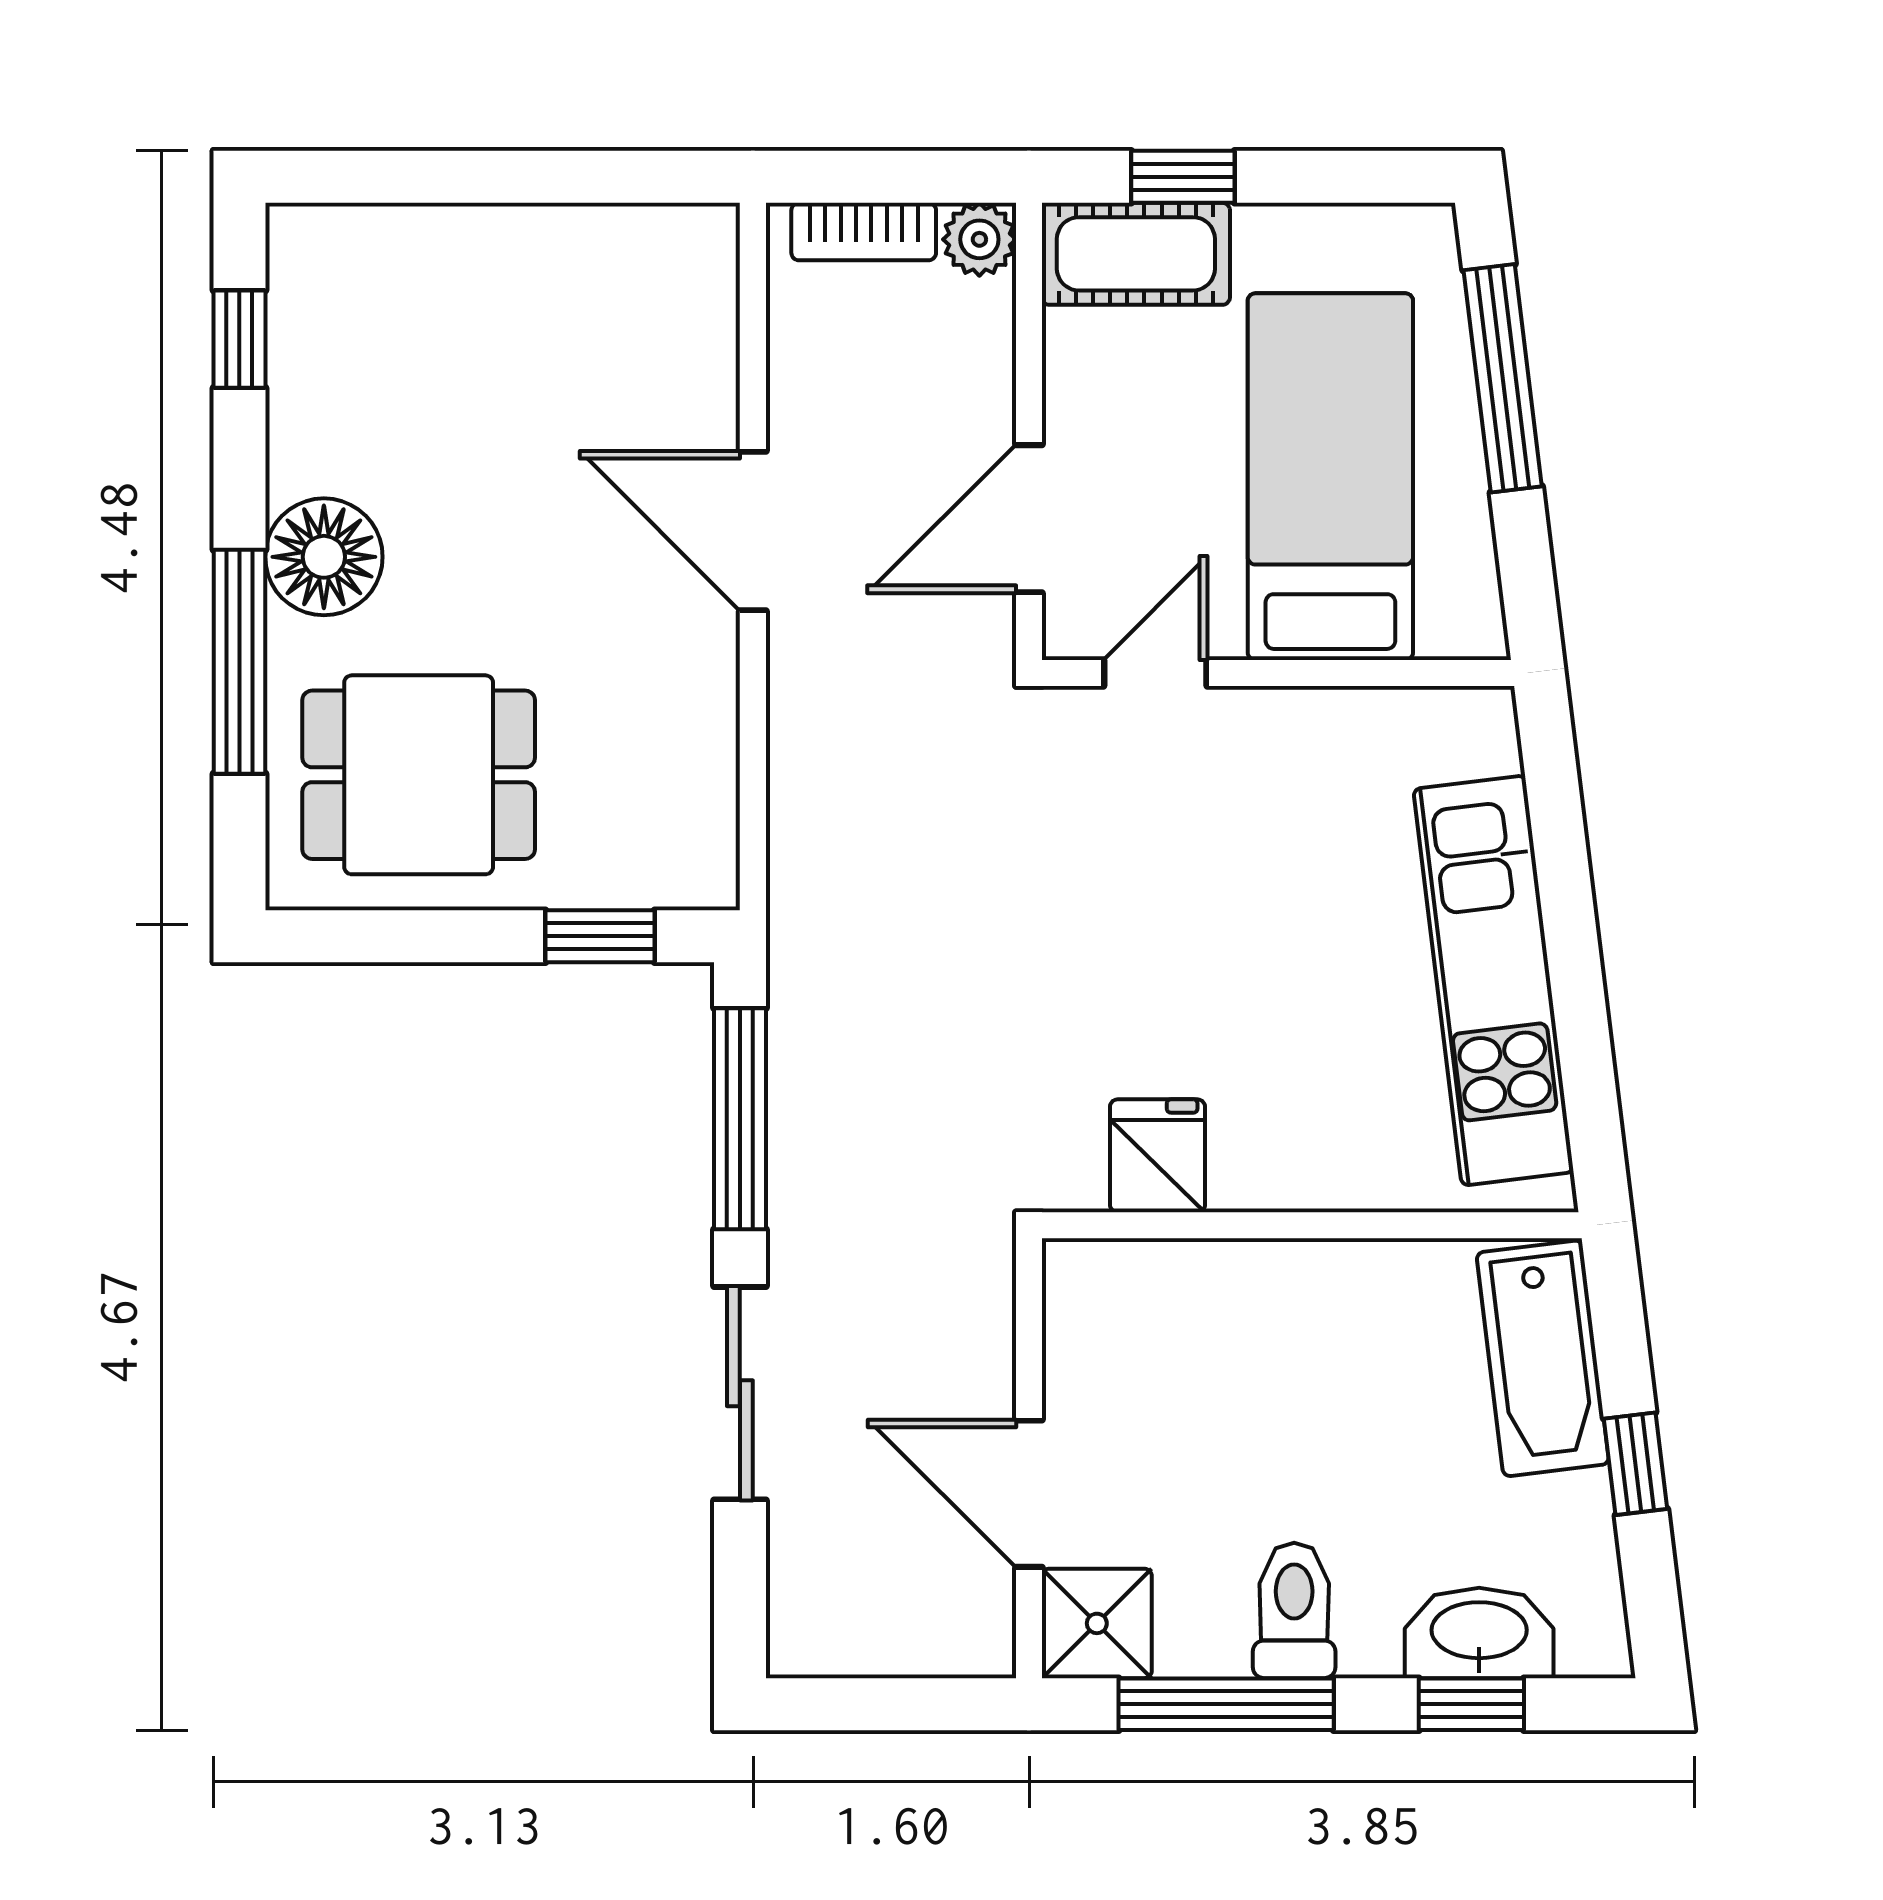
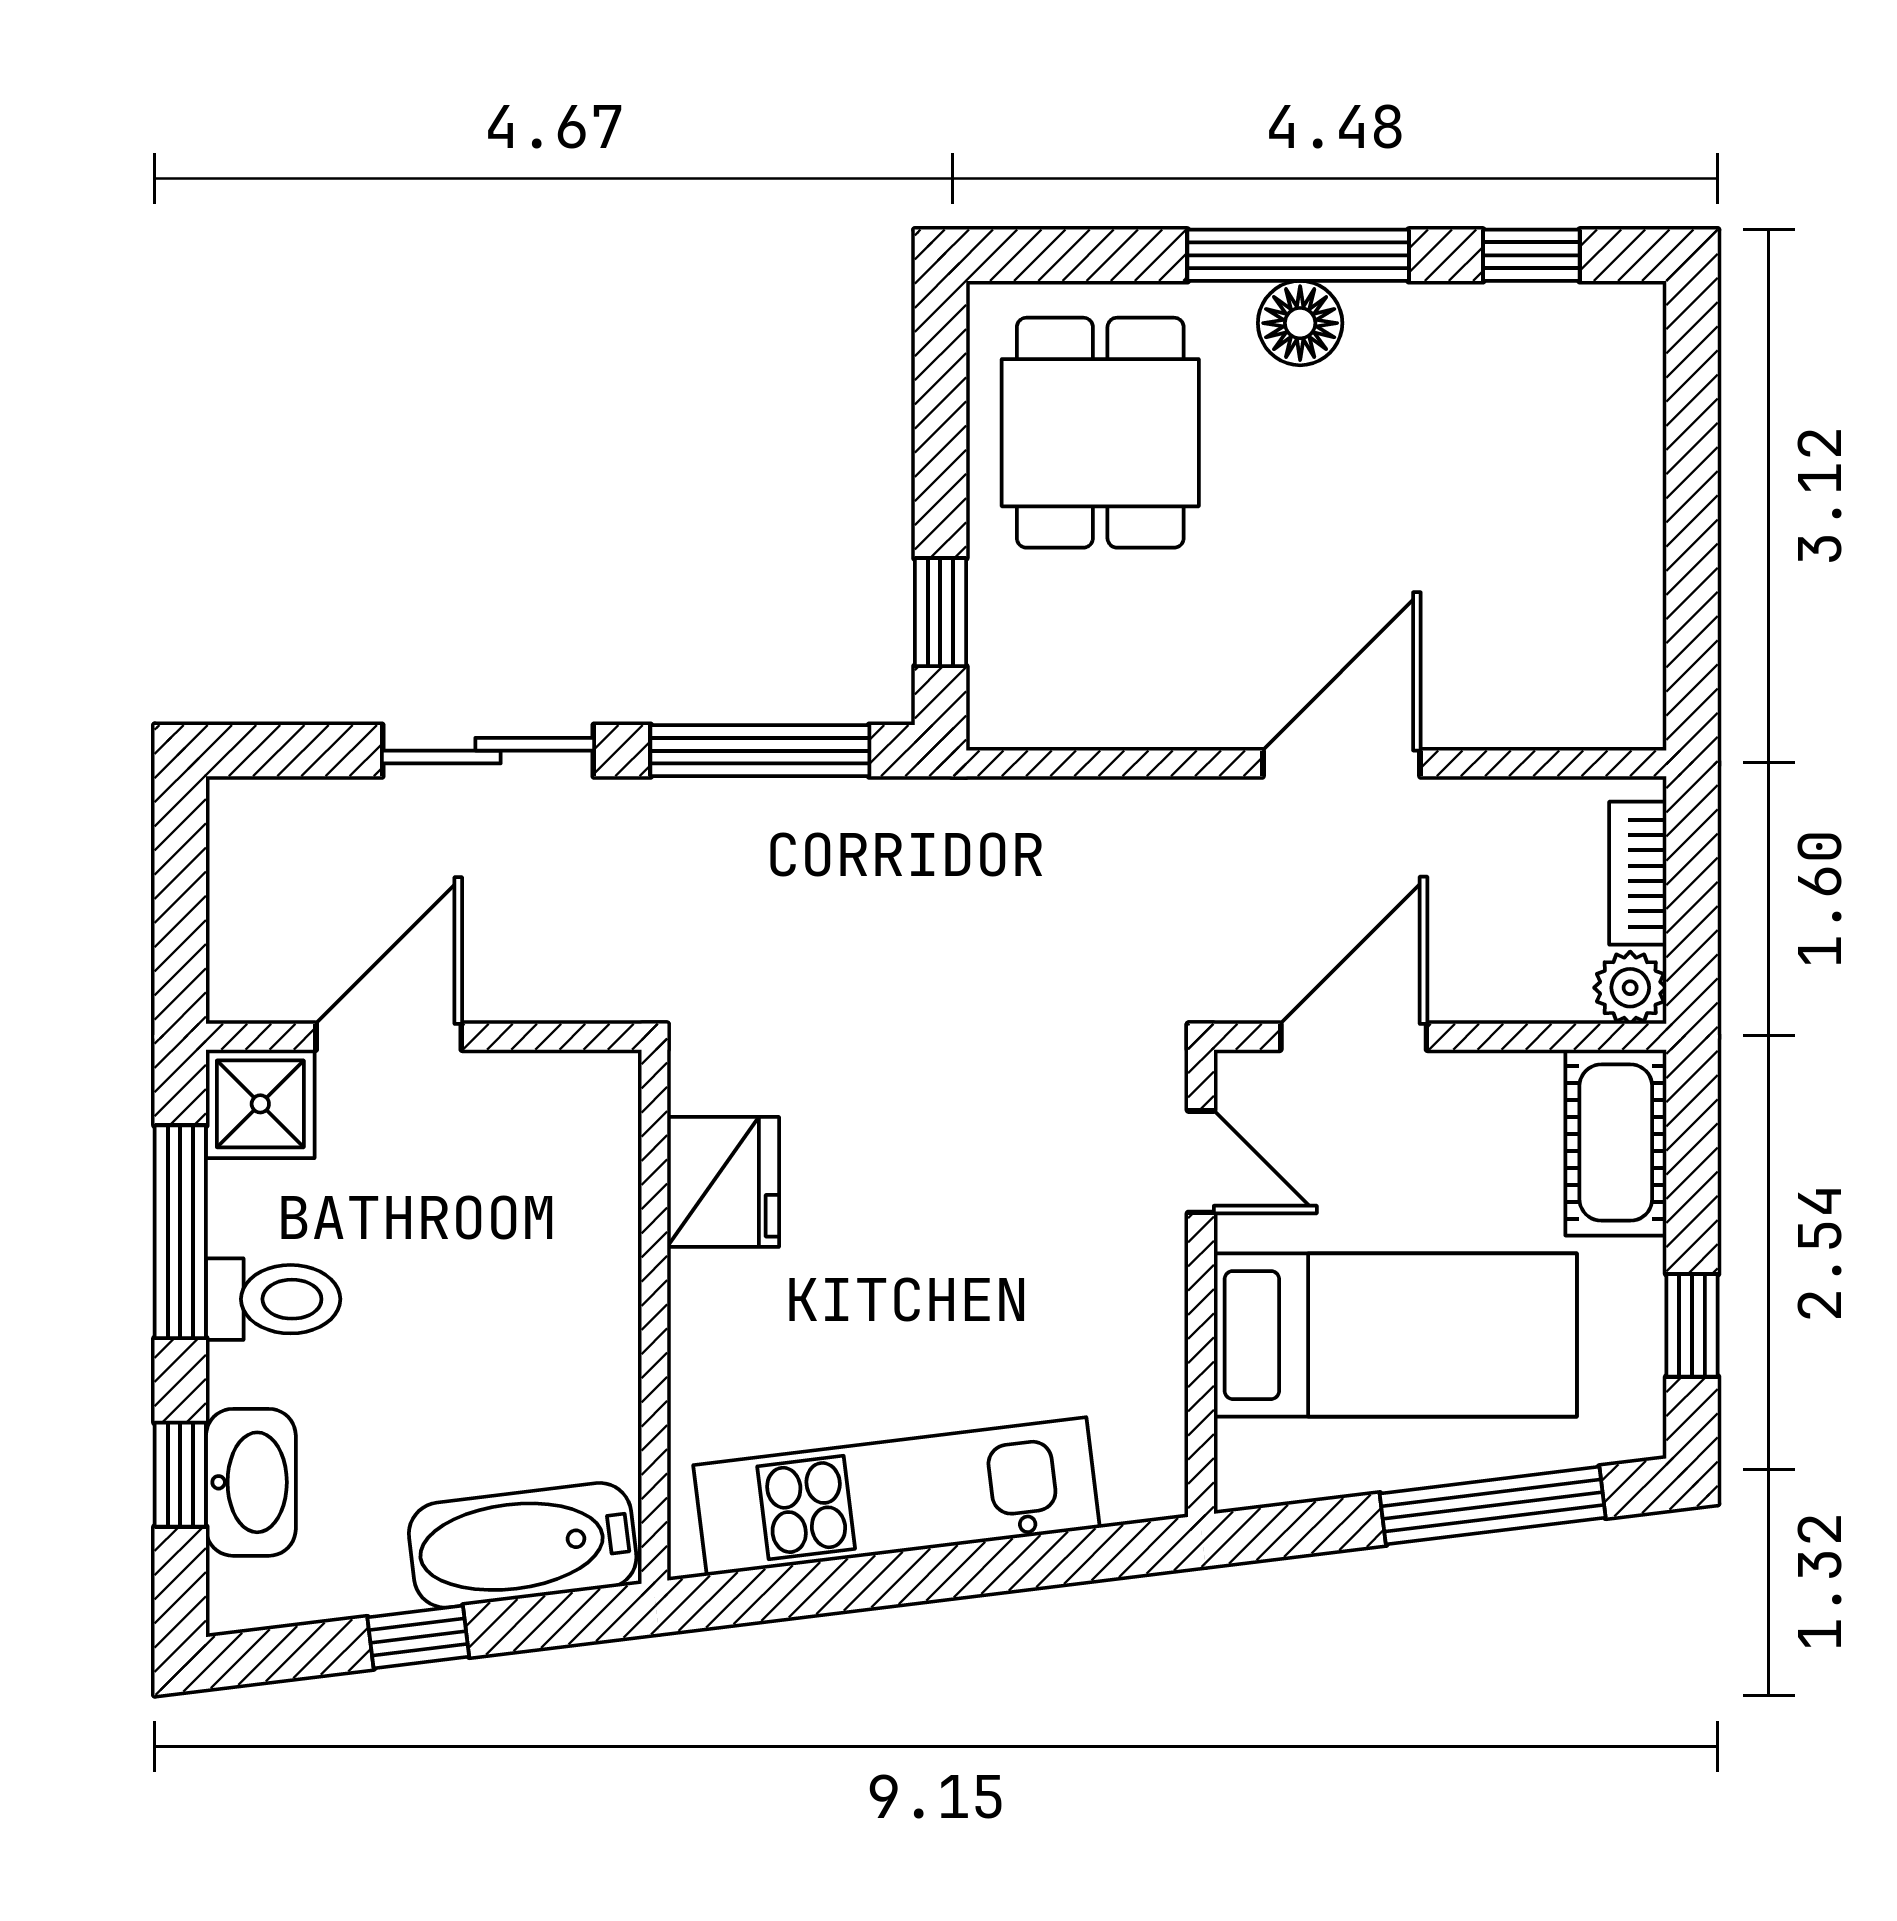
window: (1183, 177) -> (1692, 1325), moved
door: (1029, 519) -> (1354, 1037), hinge flipped
floor lamp: (324, 557) -> (1300, 323), width x0.73, depth x0.73
window: (239, 662) -> (1298, 255), moved
fridge: (1157, 1156) -> (723, 1182), width x1.38

